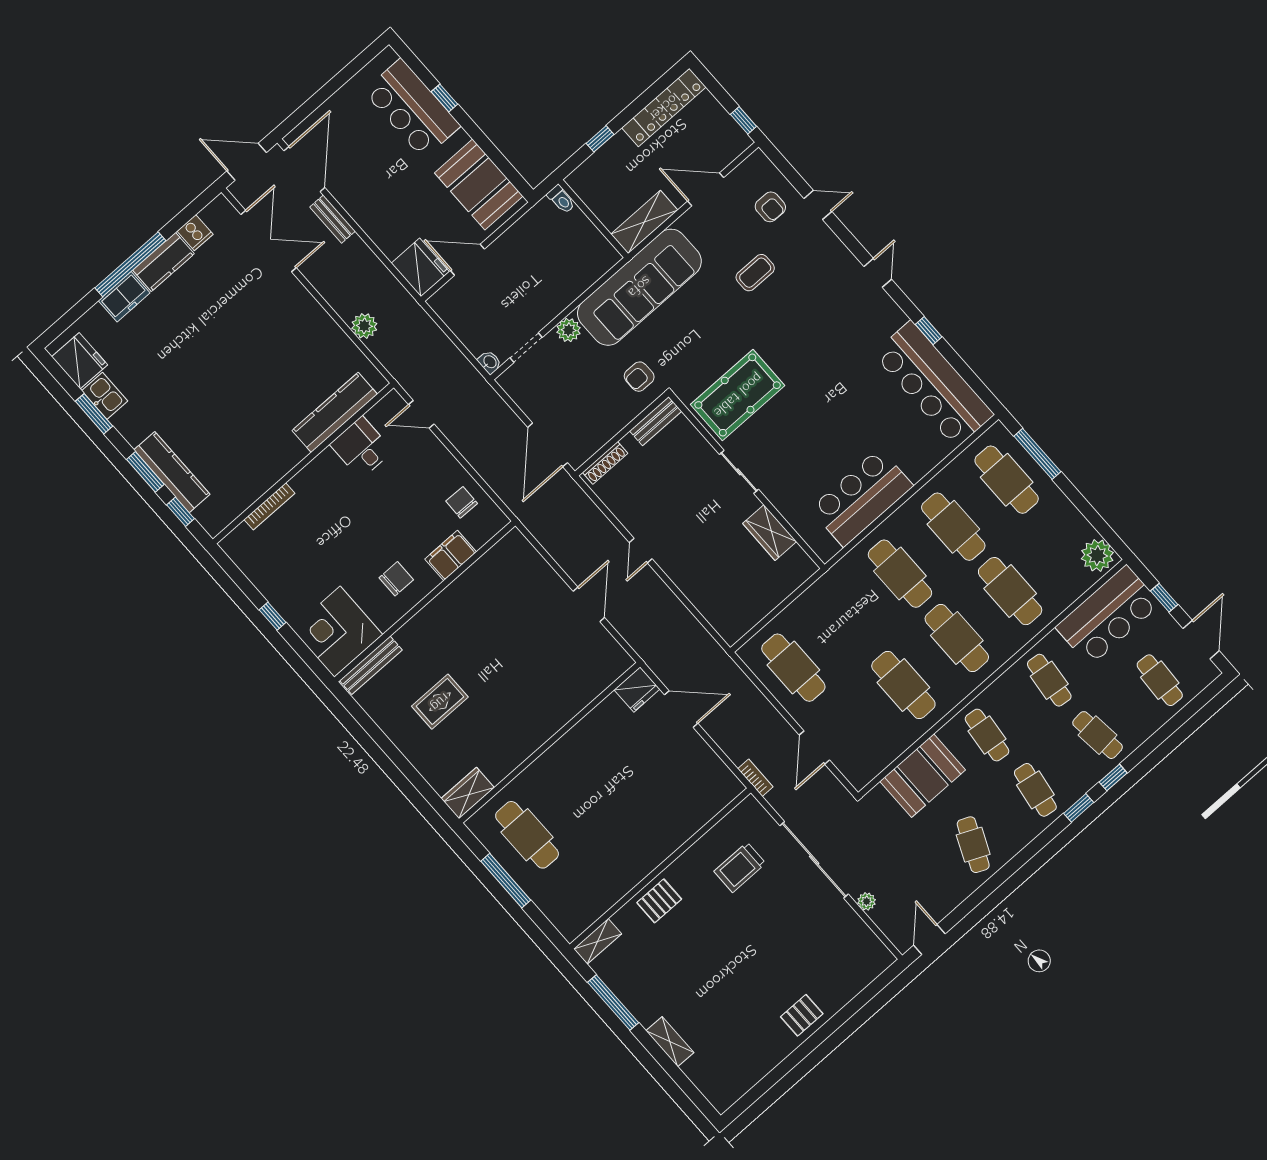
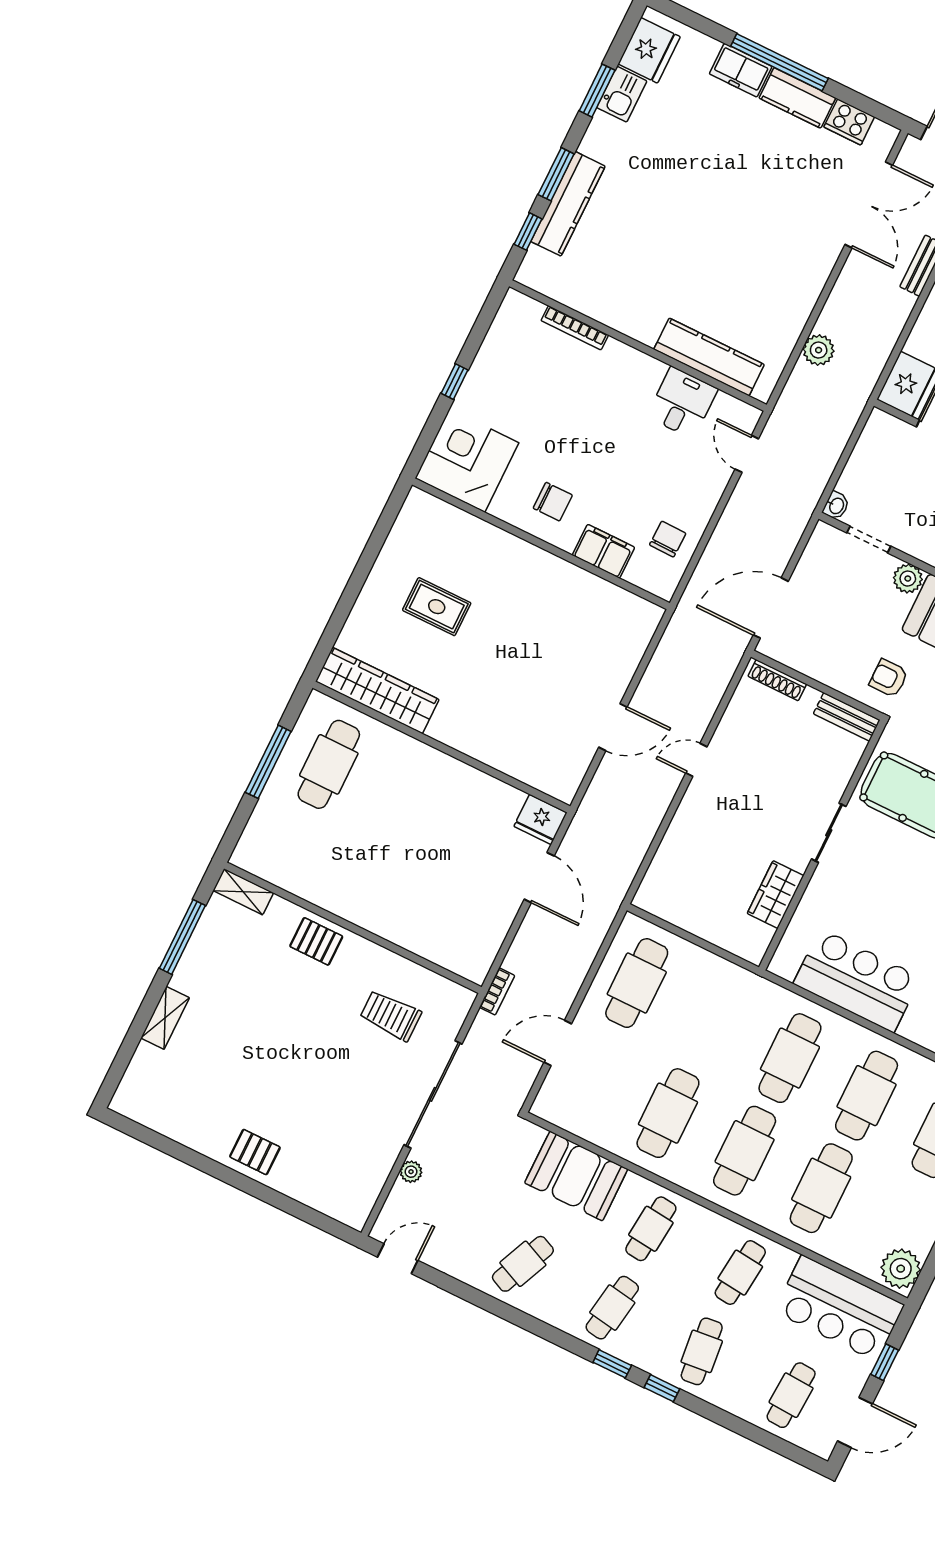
cooker: (195, 233) -> (849, 122), width x1.36
bench: (371, 665) -> (445, 513), removed
wardrobe: (468, 793) -> (377, 690), width x2.10, depth x1.17

